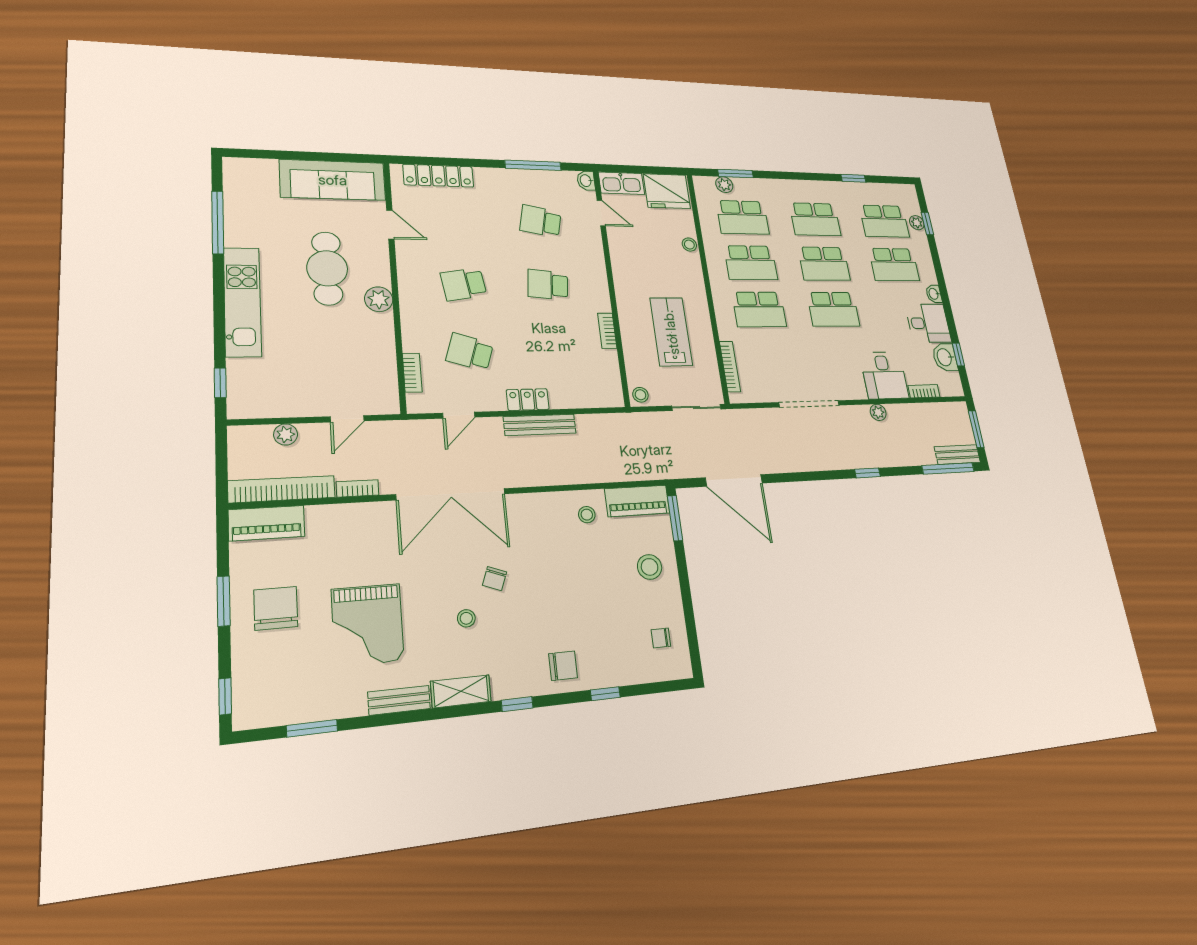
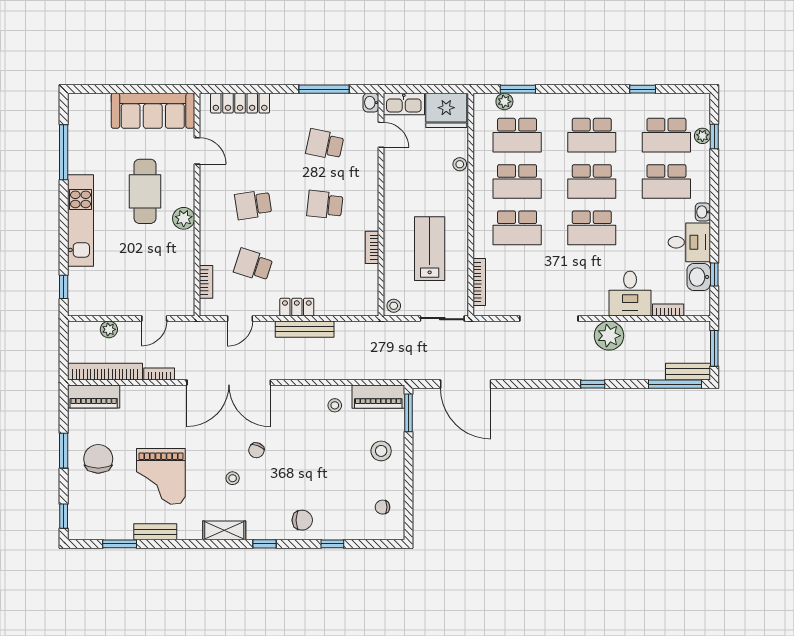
plant: (878, 412) -> (609, 336), width x1.88, depth x1.88
bench: (399, 700) -> (155, 532), moved

